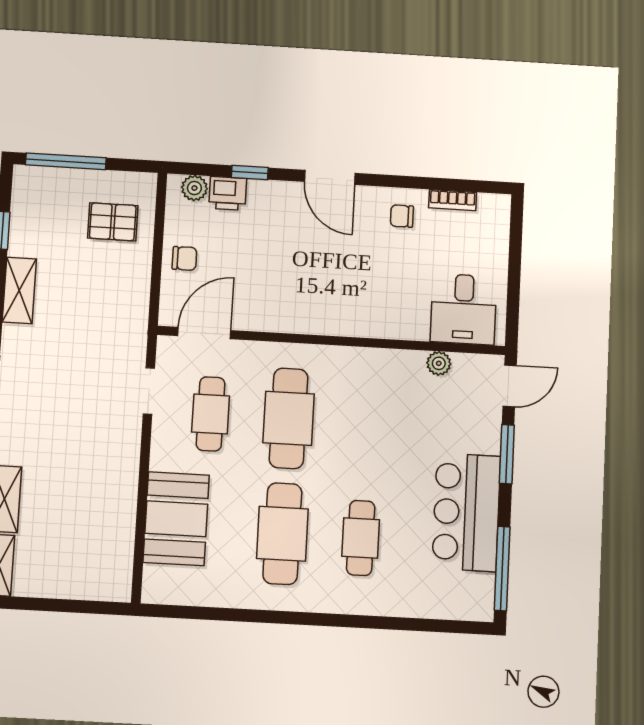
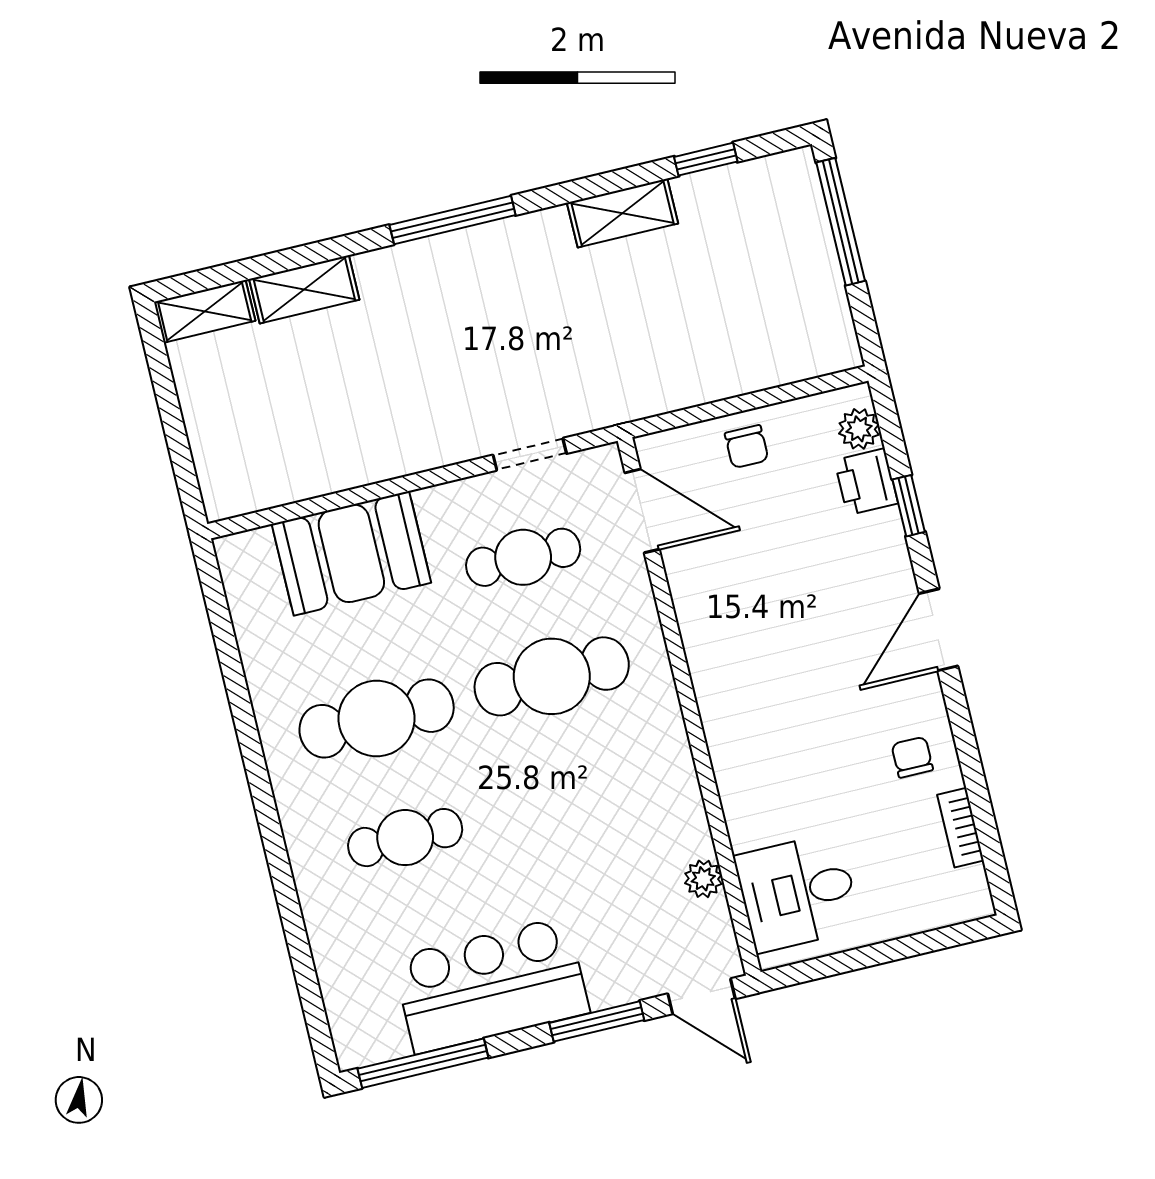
pallet: (113, 222) -> (769, 321), removed

